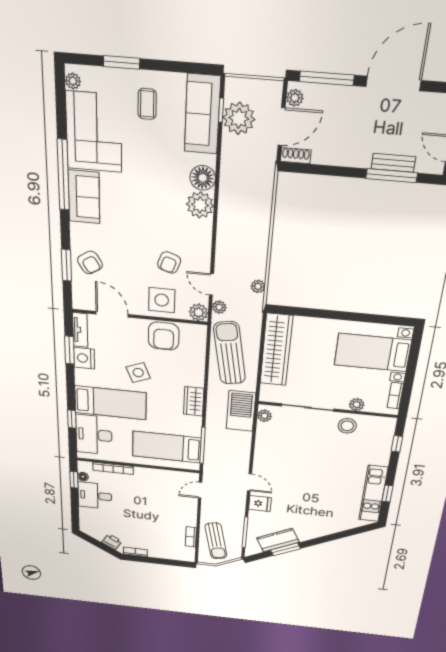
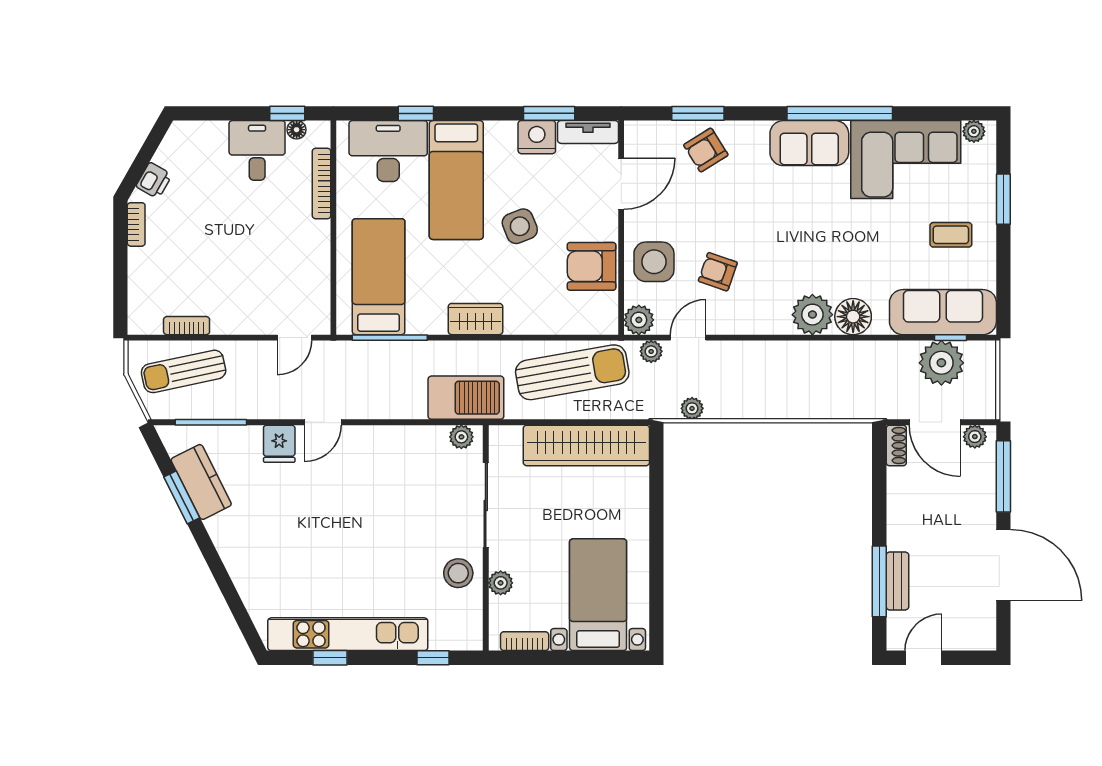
door: (200, 490) -> (294, 338), swing flipped
kitchen unit: (373, 494) -> (348, 634), width x1.36

